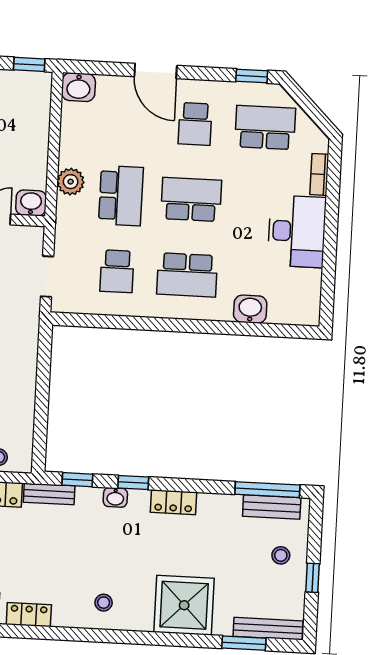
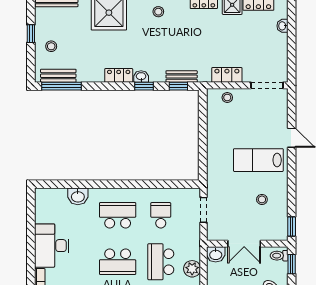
bench: (49, 494) -> (182, 77), moved
washbasin: (115, 497) -> (141, 77), moved

